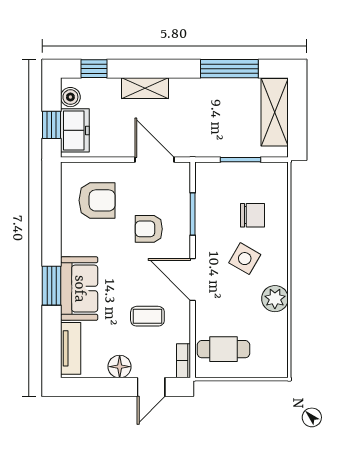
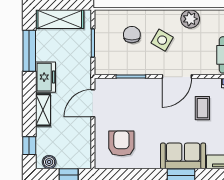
freezer: (75, 130) -> (46, 77), moved, turned 90
armchair: (149, 229) -> (141, 107), removed

